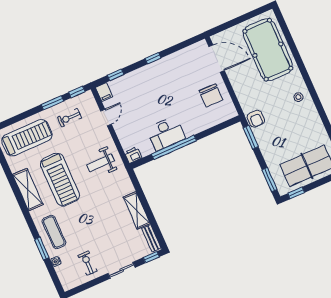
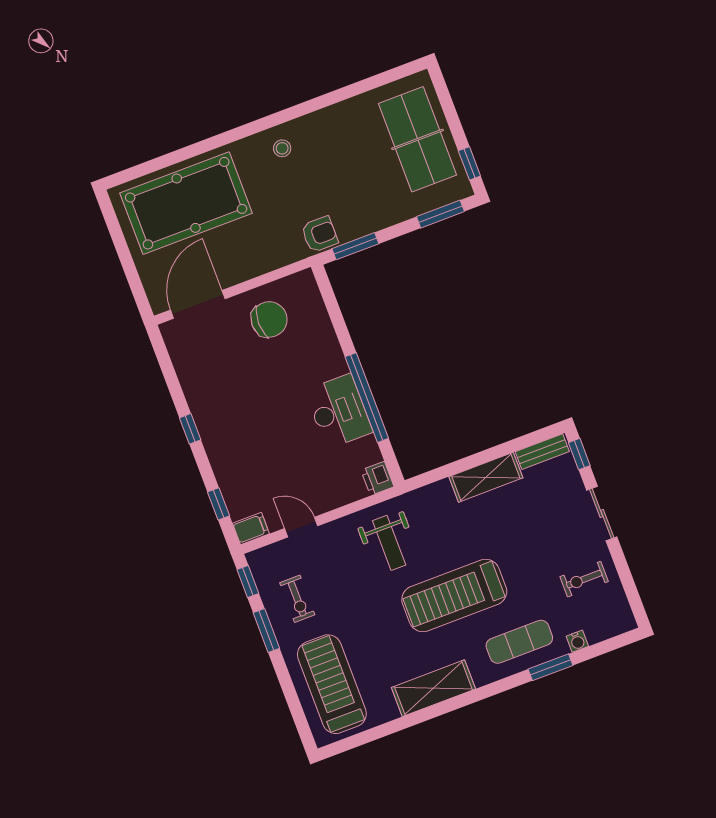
treadmill: (60, 180) -> (454, 595), moved, turned 180

